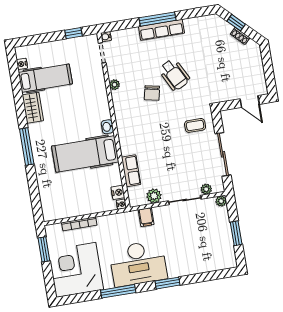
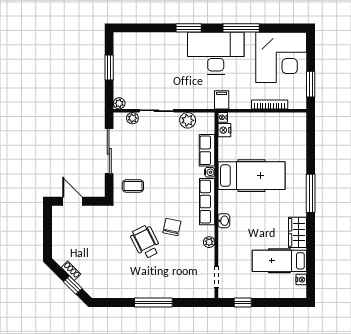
row of seats: (161, 30) -> (207, 202), moved, turned -90
water cooler: (106, 37) -> (210, 172), moved
washbasin: (107, 127) -> (224, 221), moved
filing cabinet: (146, 217) -> (222, 100), moved

